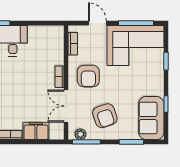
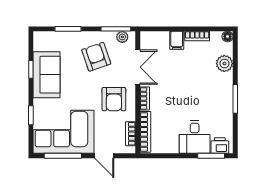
bookcase: (59, 45) -> (145, 132), added
armchair: (88, 76) -> (114, 99), turned 180
sofa: (151, 118) -> (47, 75), moved
filing cabinet: (36, 131) -> (177, 40), width x0.50

